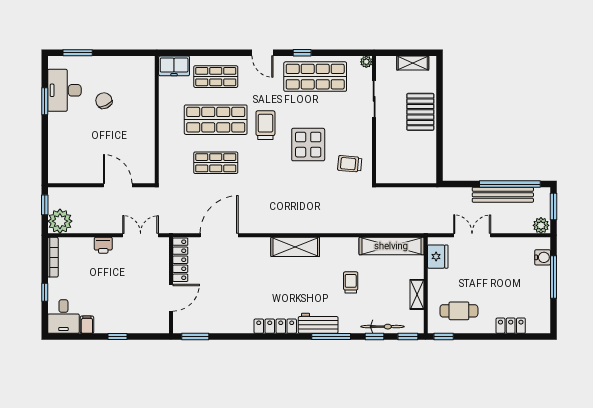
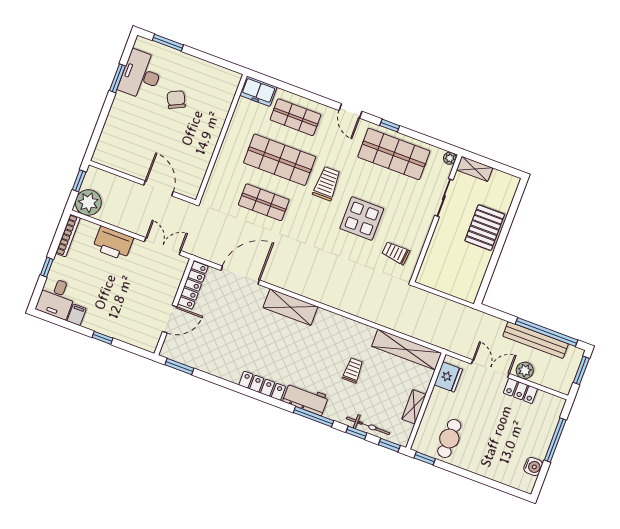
shelving: (413, 63) -> (475, 169), moved
plant: (541, 225) -> (525, 370), moved
printer: (103, 245) -> (113, 243), width x1.87, depth x1.48
shelving: (295, 247) -> (290, 307), moved
water cooler: (543, 257) -> (533, 466), moved
cafe table: (459, 311) -> (449, 439), turned 90
locker: (511, 326) -> (520, 391), moved, turned 180

